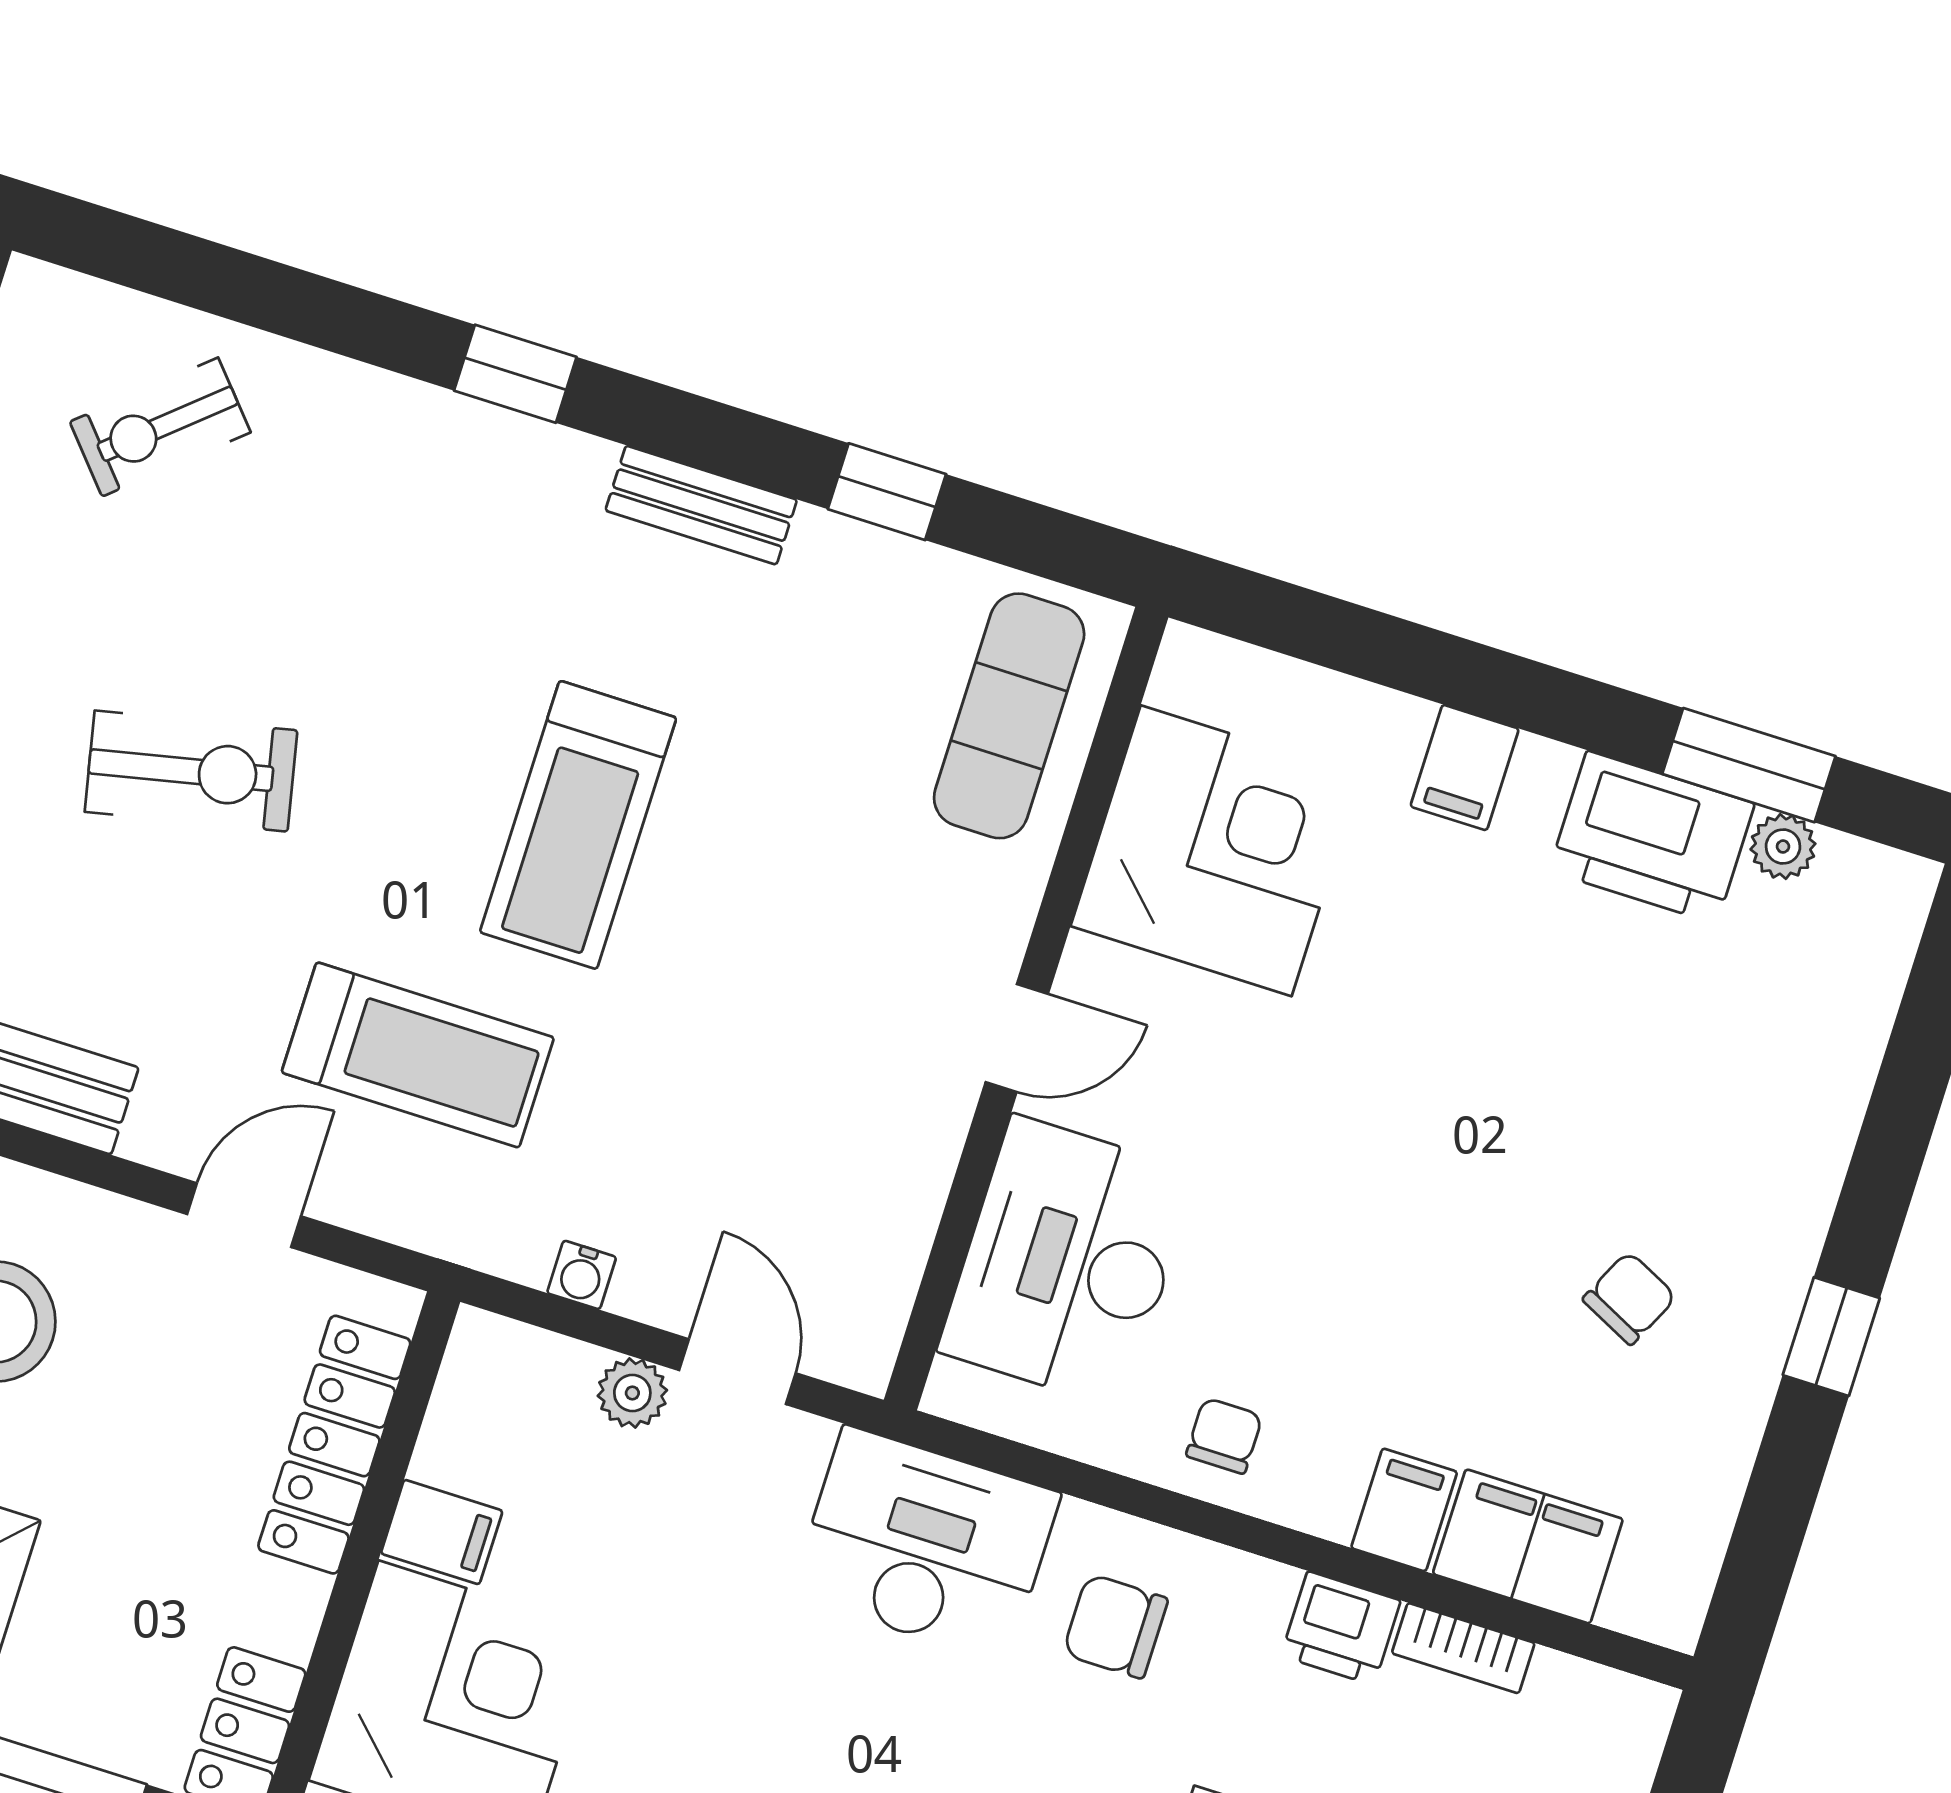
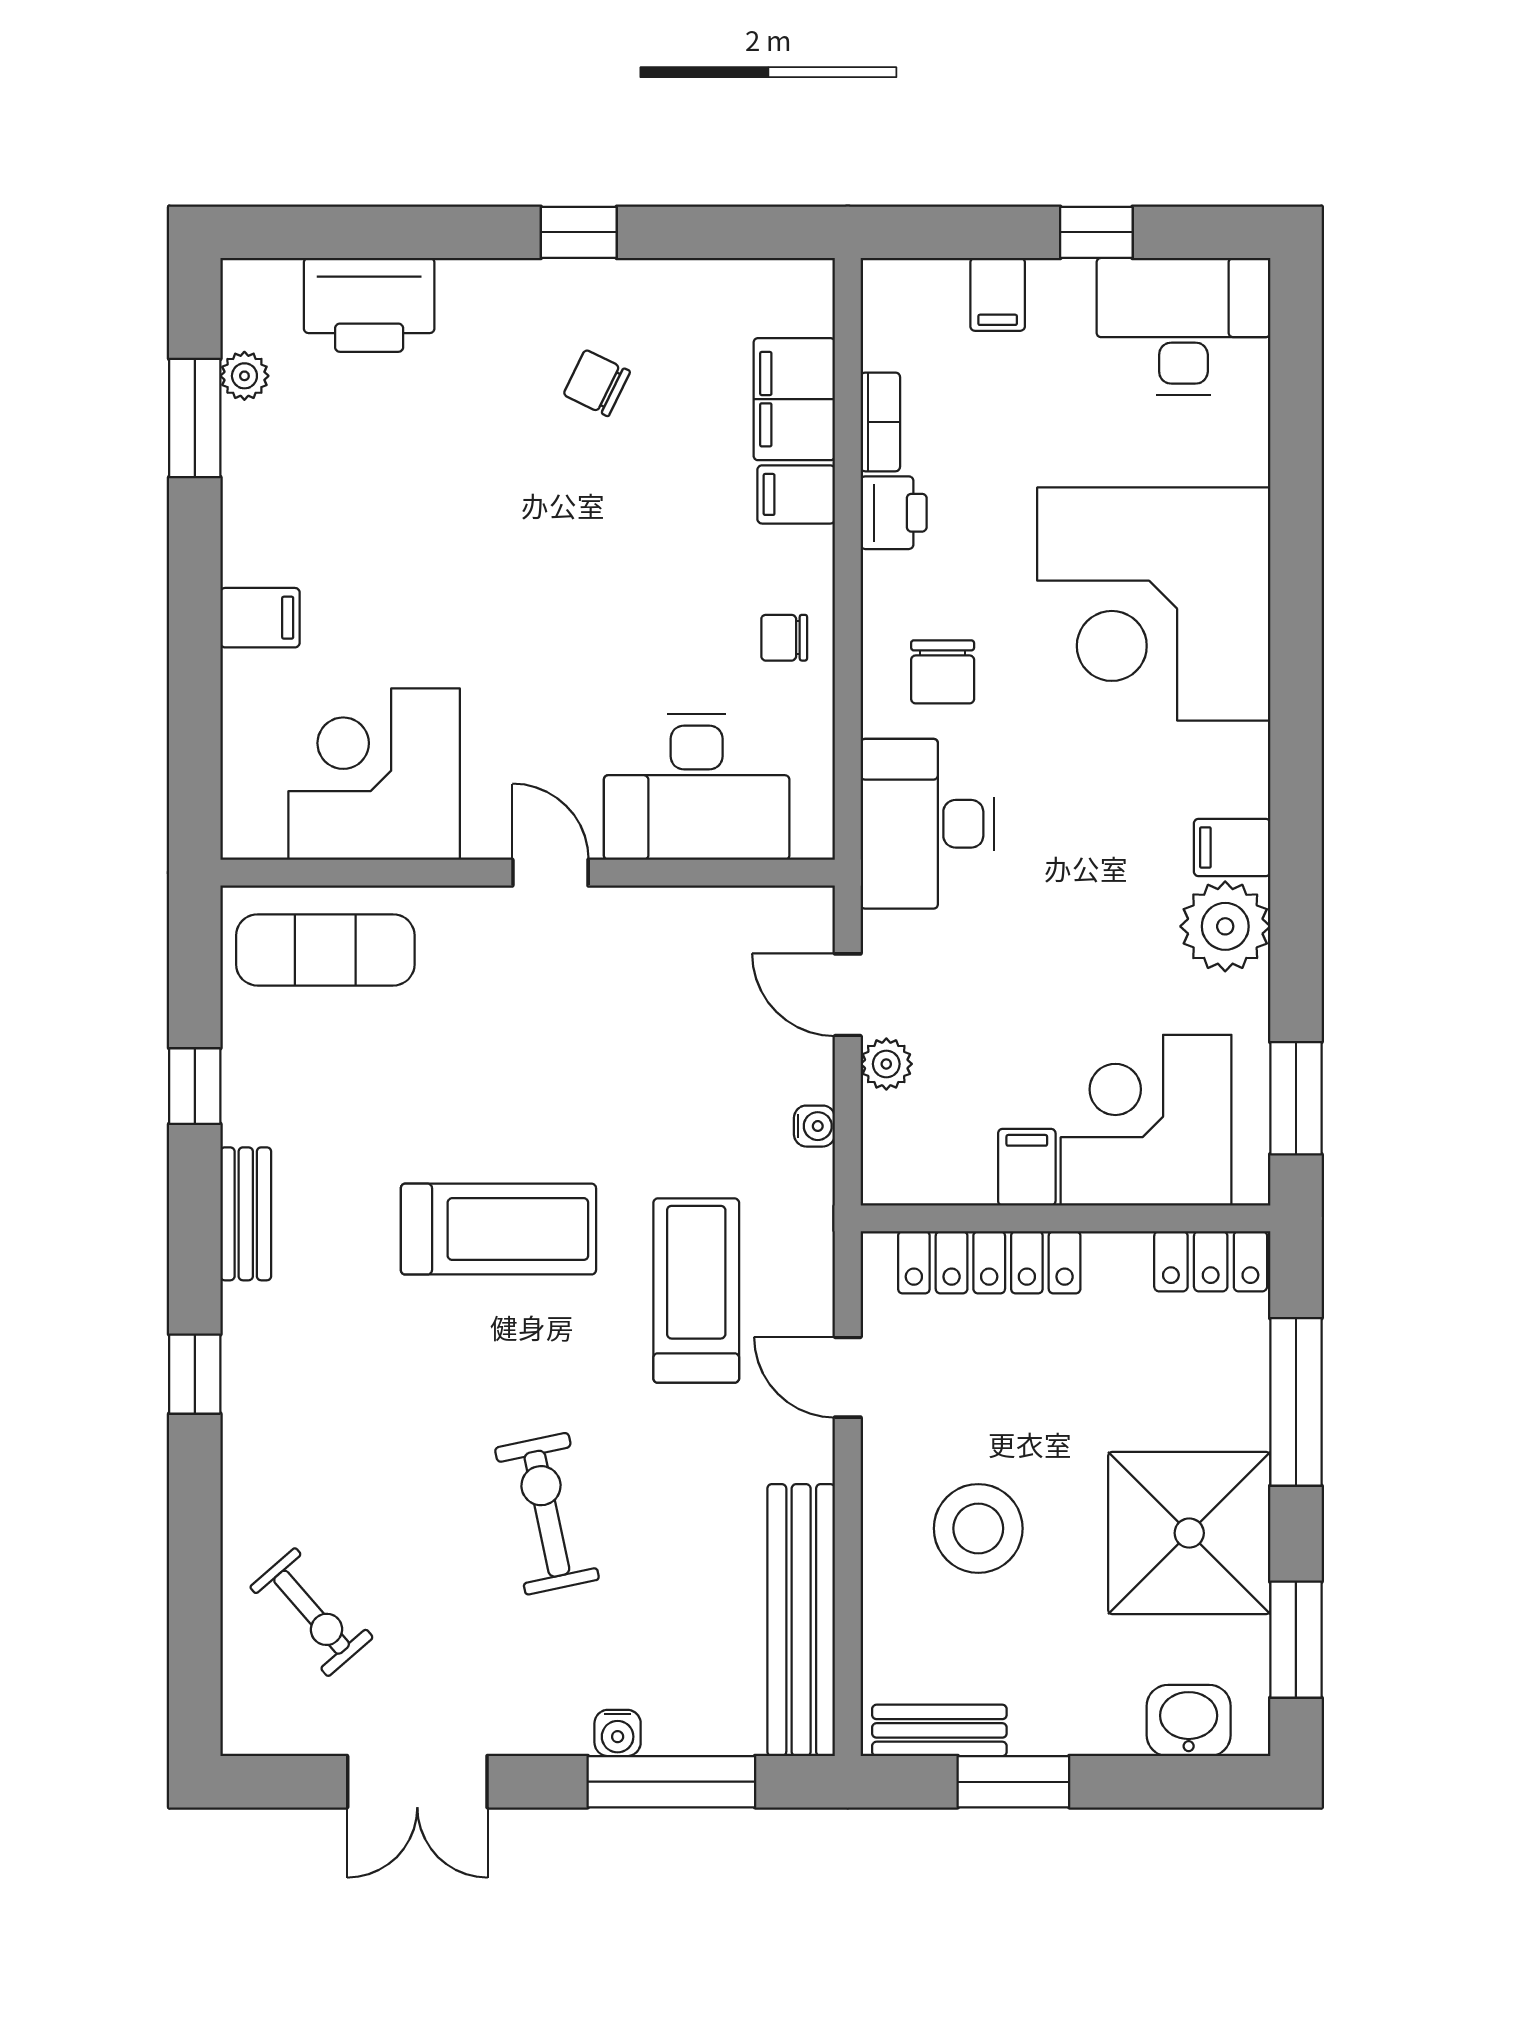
printer: (1652, 837) -> (369, 305), moved, turned 90
door: (737, 1372) -> (848, 995), hinge flipped

